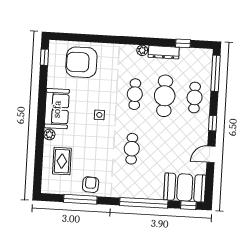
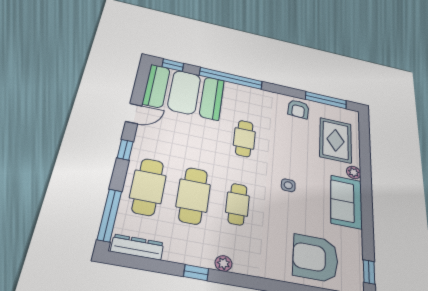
window: (183, 43) -> (196, 273), moved
dresser: (164, 52) -> (137, 247), moved
armchair: (81, 62) -> (315, 258), turned 180
cafe table: (195, 97) -> (148, 187), width x1.37, depth x1.35
rug: (62, 161) -> (336, 140), width x1.36, depth x1.43
booth: (185, 187) -> (184, 92), width x1.36, depth x1.42
window: (80, 199) -> (326, 100), moved

